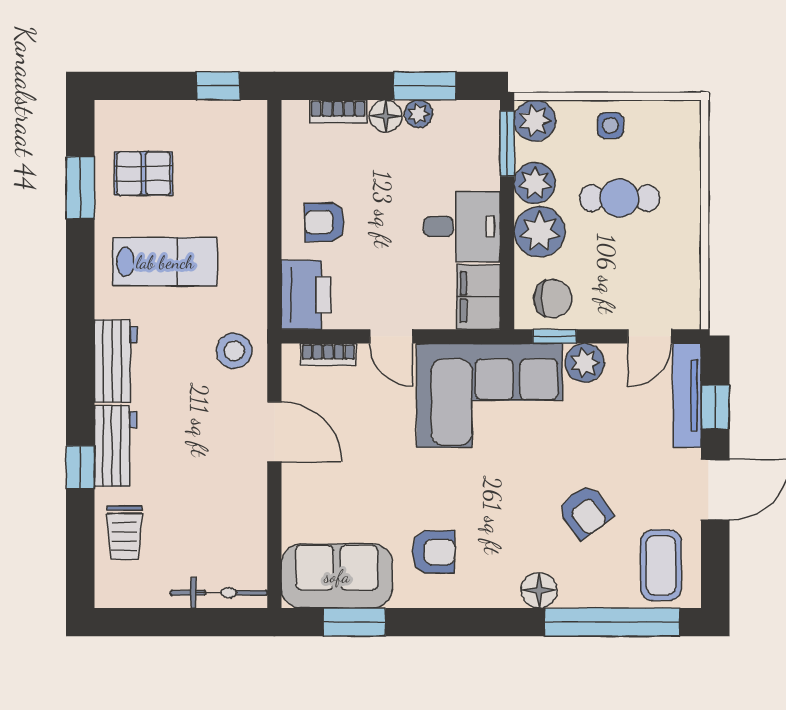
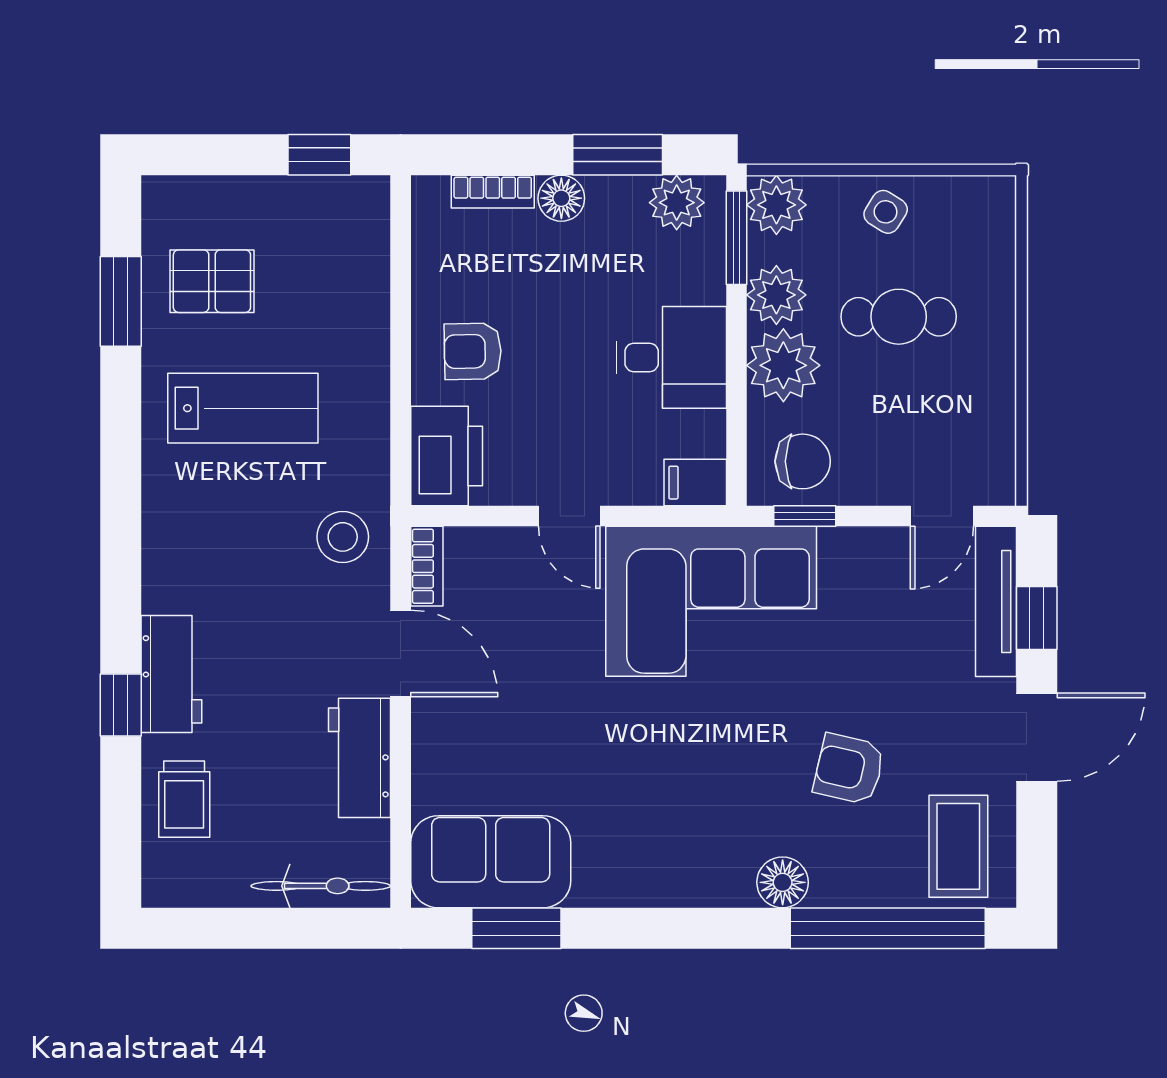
plant: (418, 114) -> (677, 203), moved, width x1.38, depth x1.38
side table: (610, 125) -> (886, 212), turned 32
filing cabinet: (479, 297) -> (695, 483), width x0.50
bookcase: (328, 354) -> (427, 566), moved, turned -90
workbench: (116, 361) -> (360, 758), moved, turned 180
plant: (585, 363) -> (848, 554), removed
armchair: (585, 512) -> (849, 769), turned 140
armchair: (434, 552) -> (630, 827), removed

